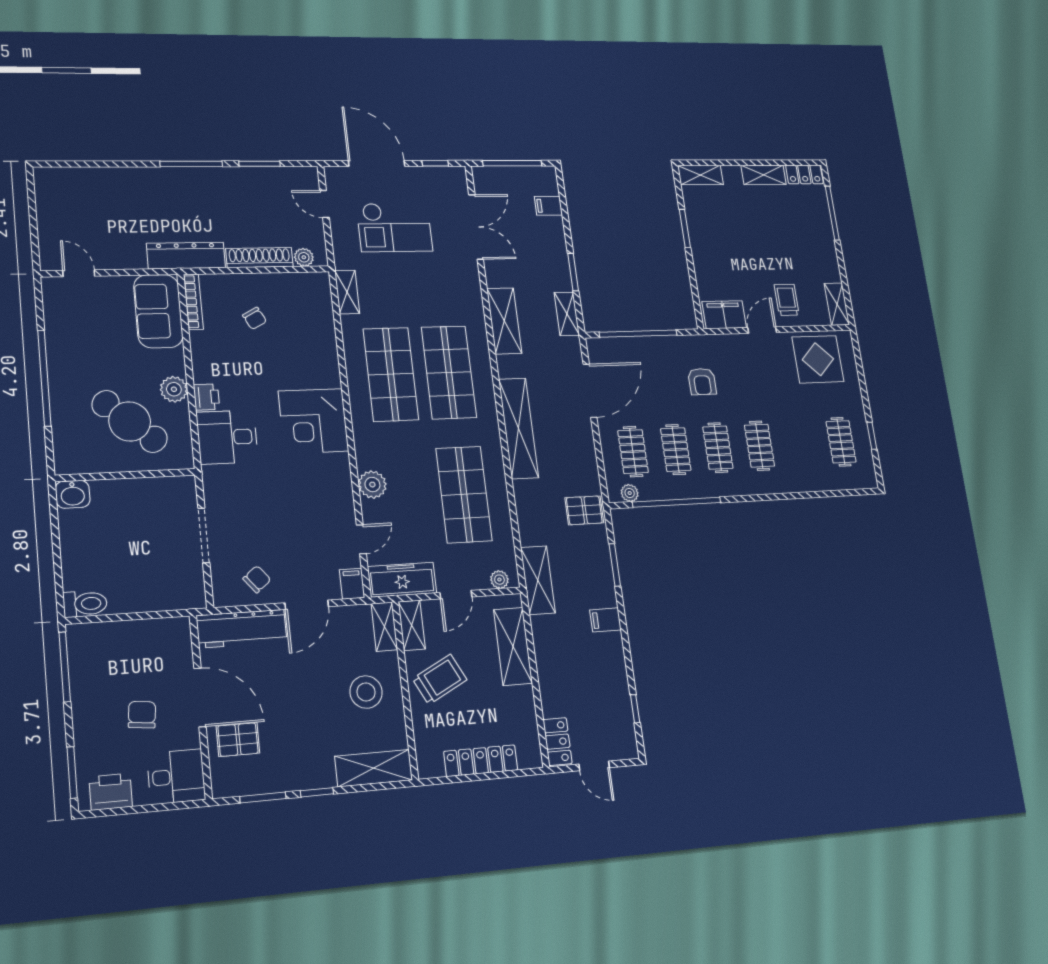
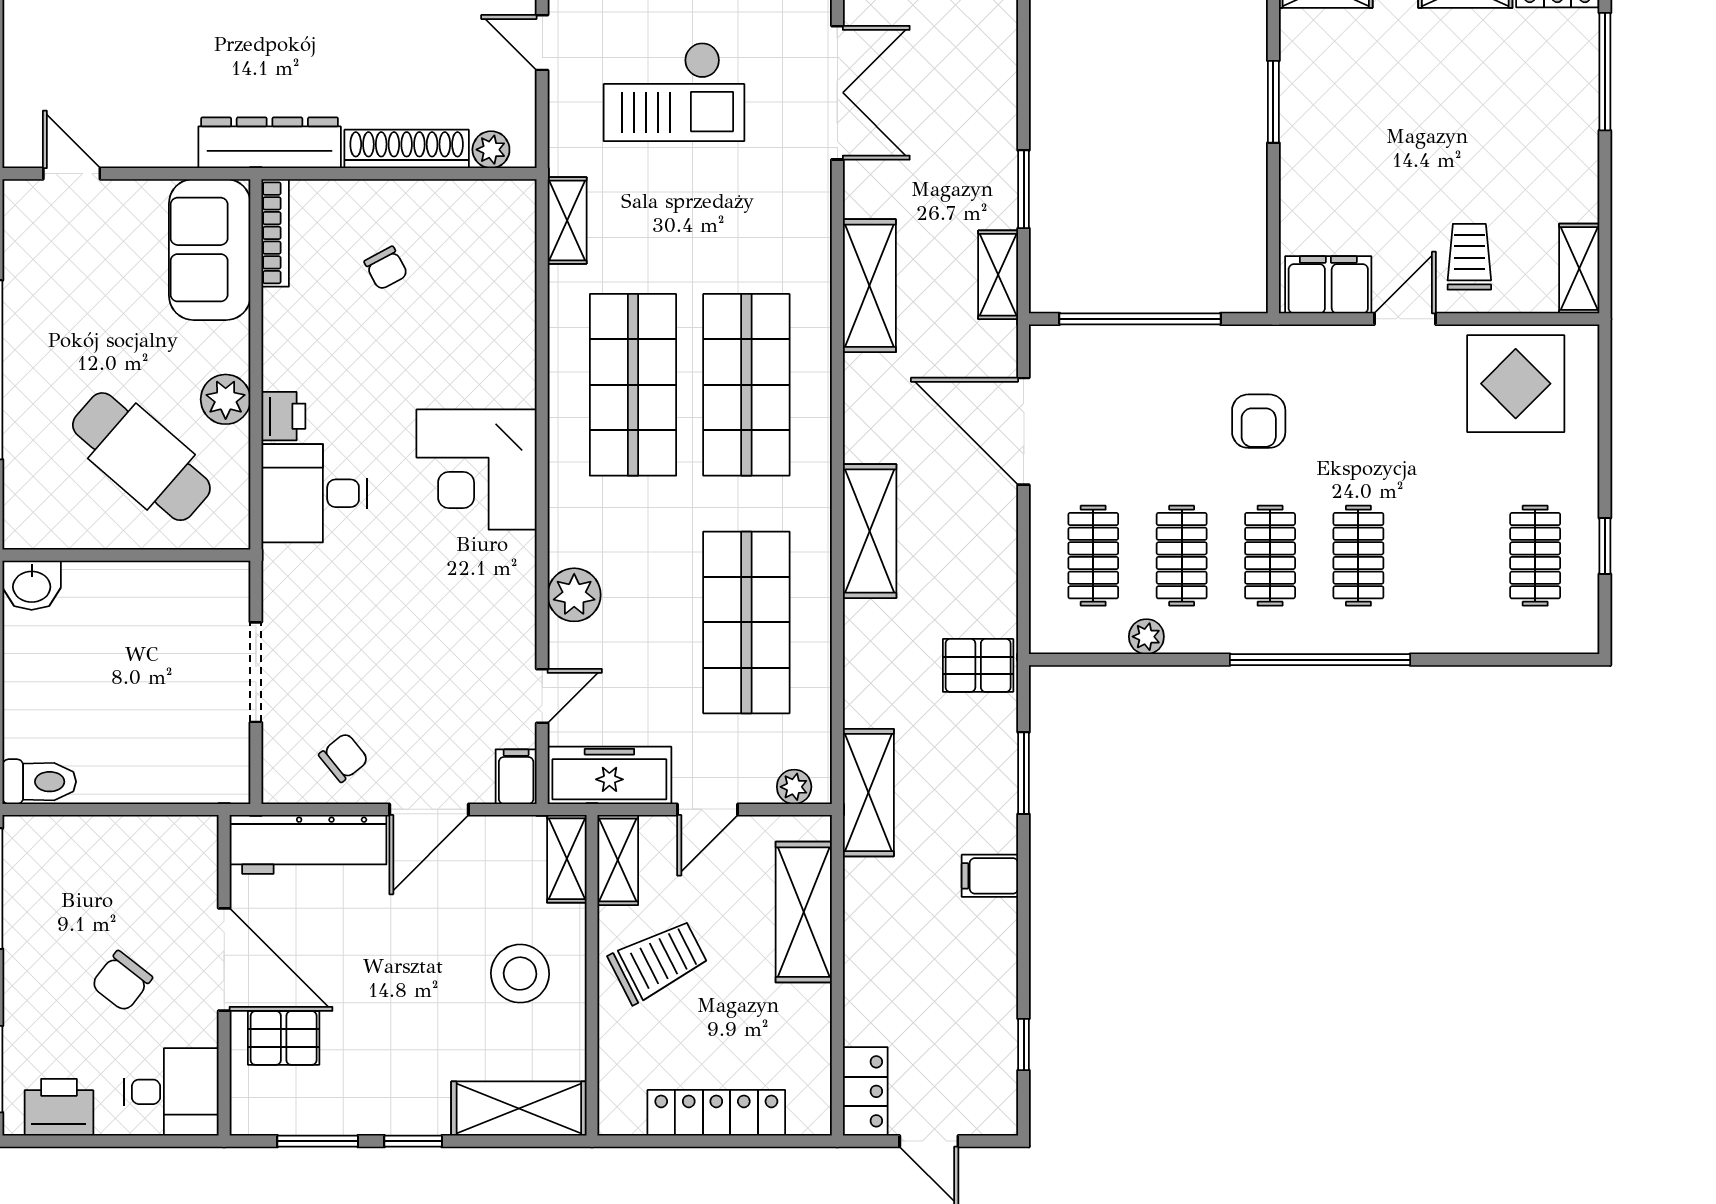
filing cabinet: (548, 206) -> (992, 50), removed
door: (590, 391) -> (1024, 431), swing flipped
shelving: (519, 428) -> (870, 531), width x0.68
plant: (630, 493) -> (1146, 637), moved
window: (677, 502) -> (1320, 660), moved
chair: (142, 715) -> (122, 981), turned -148

